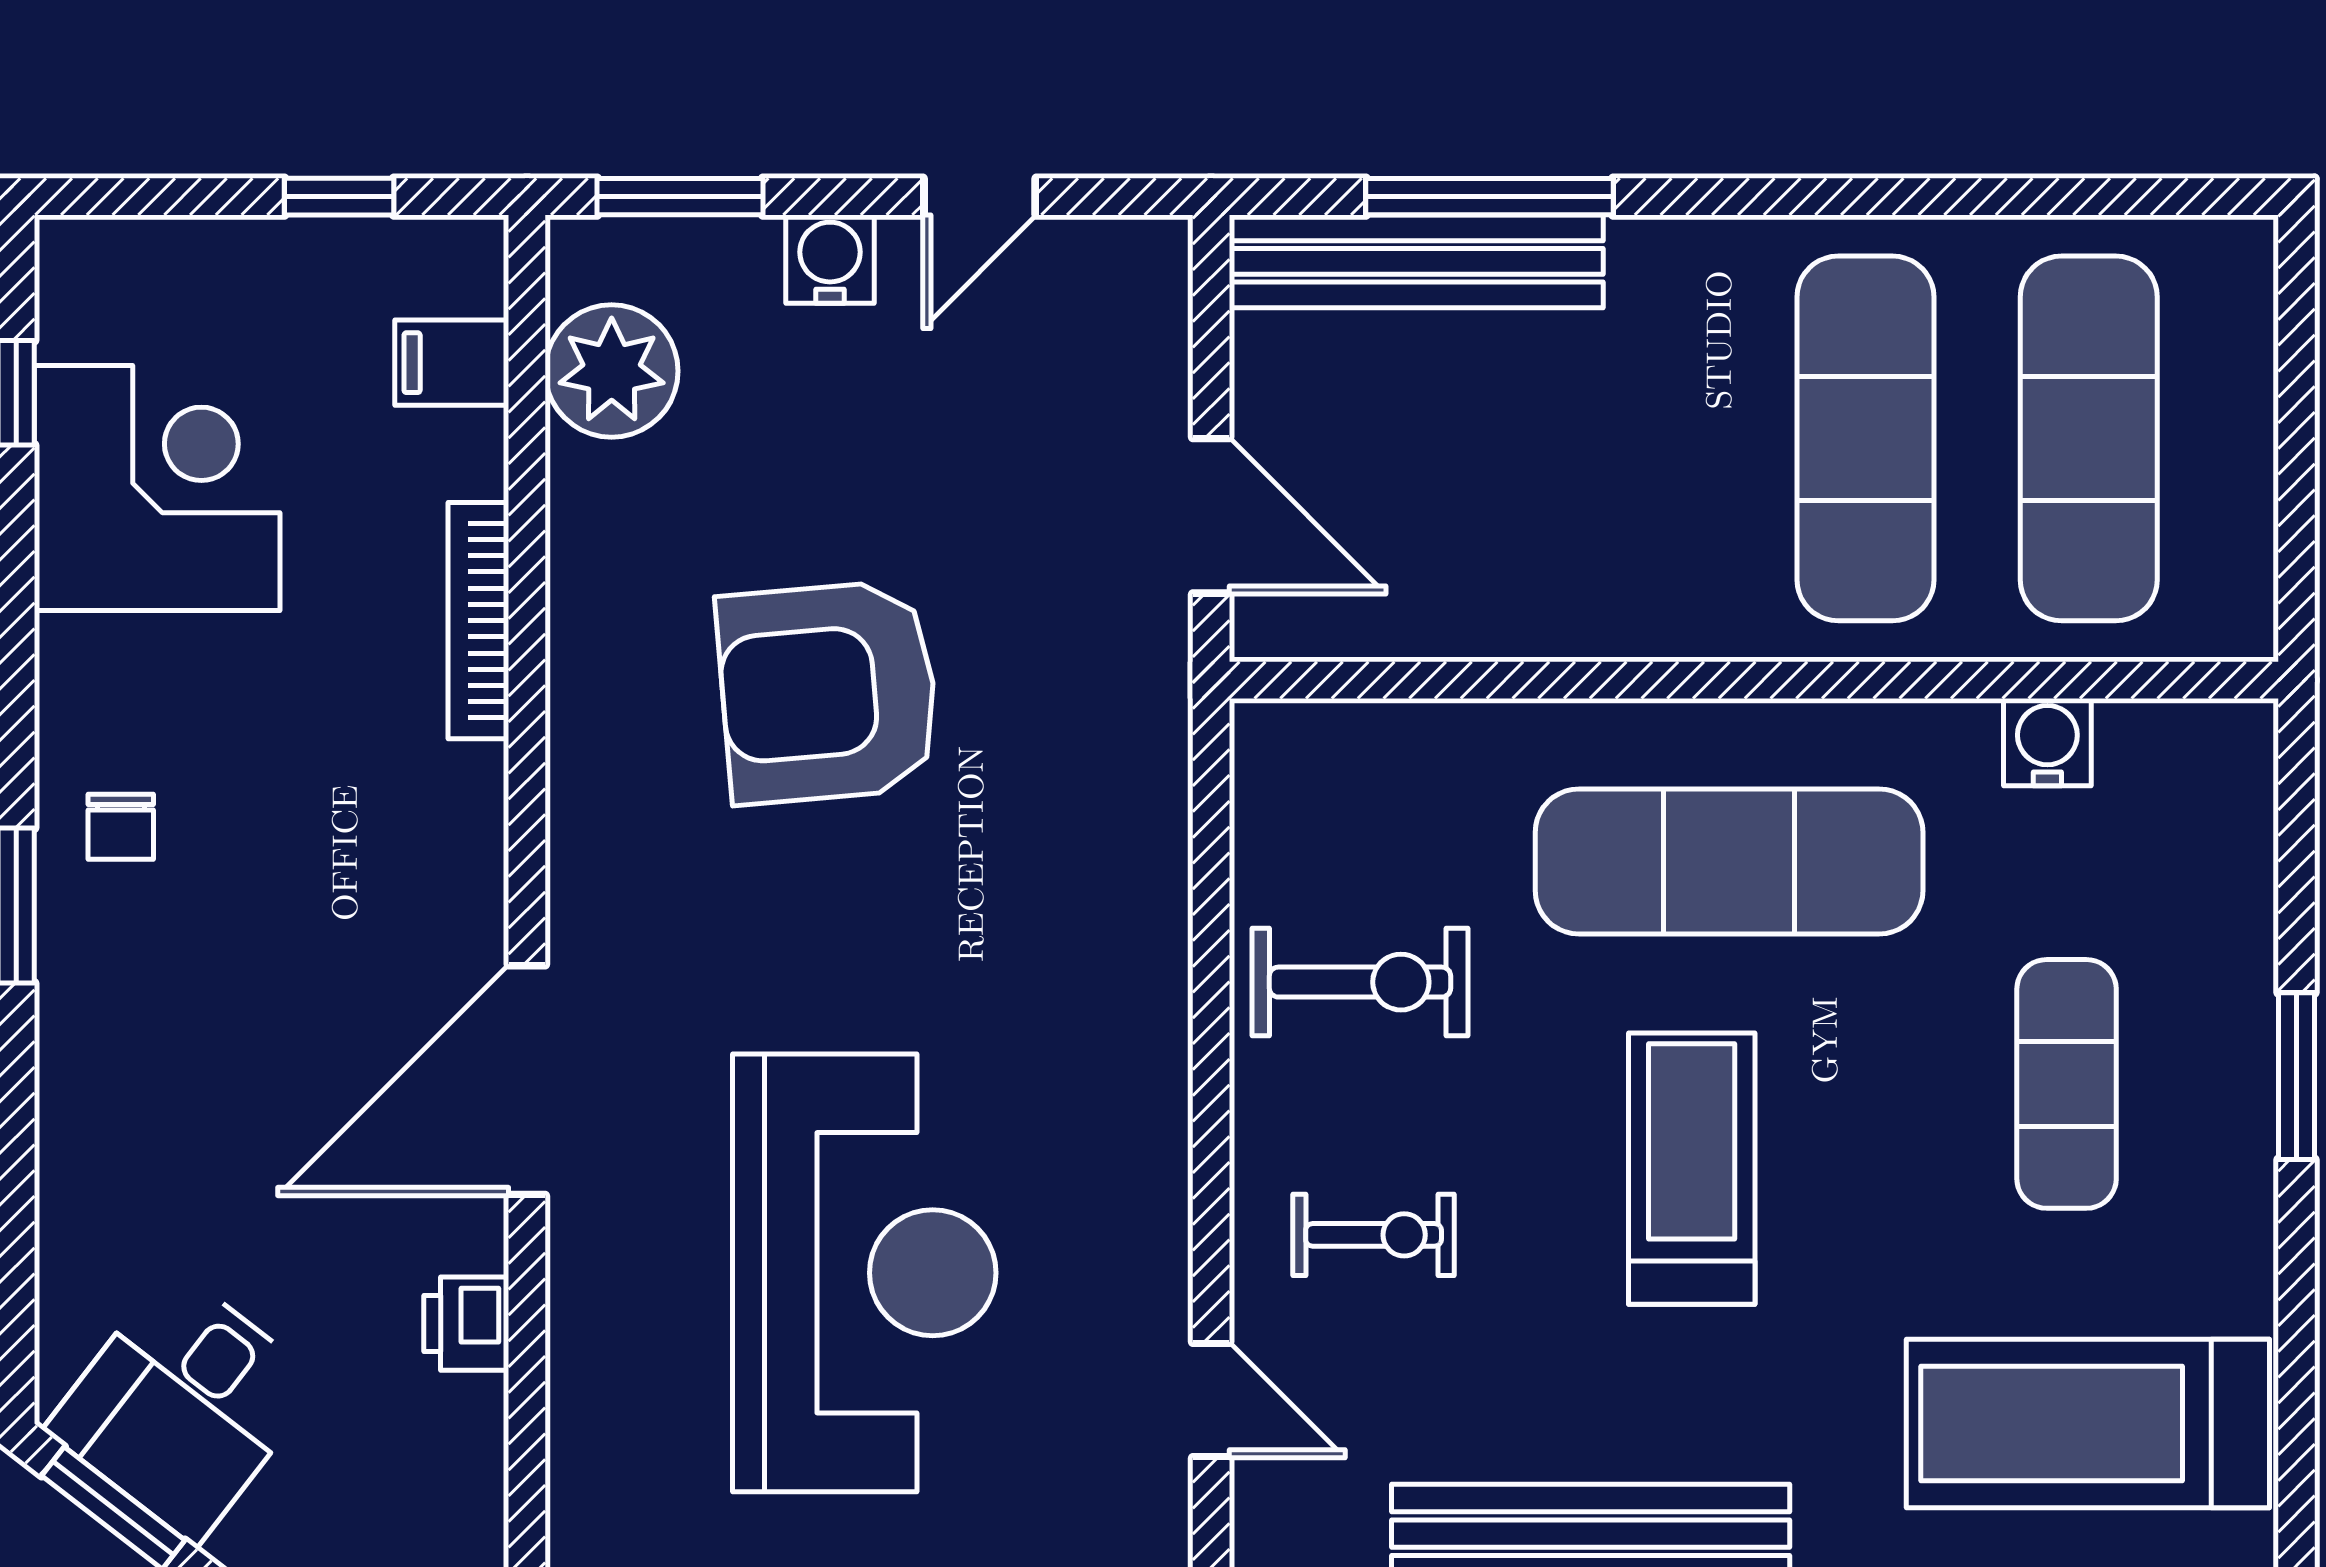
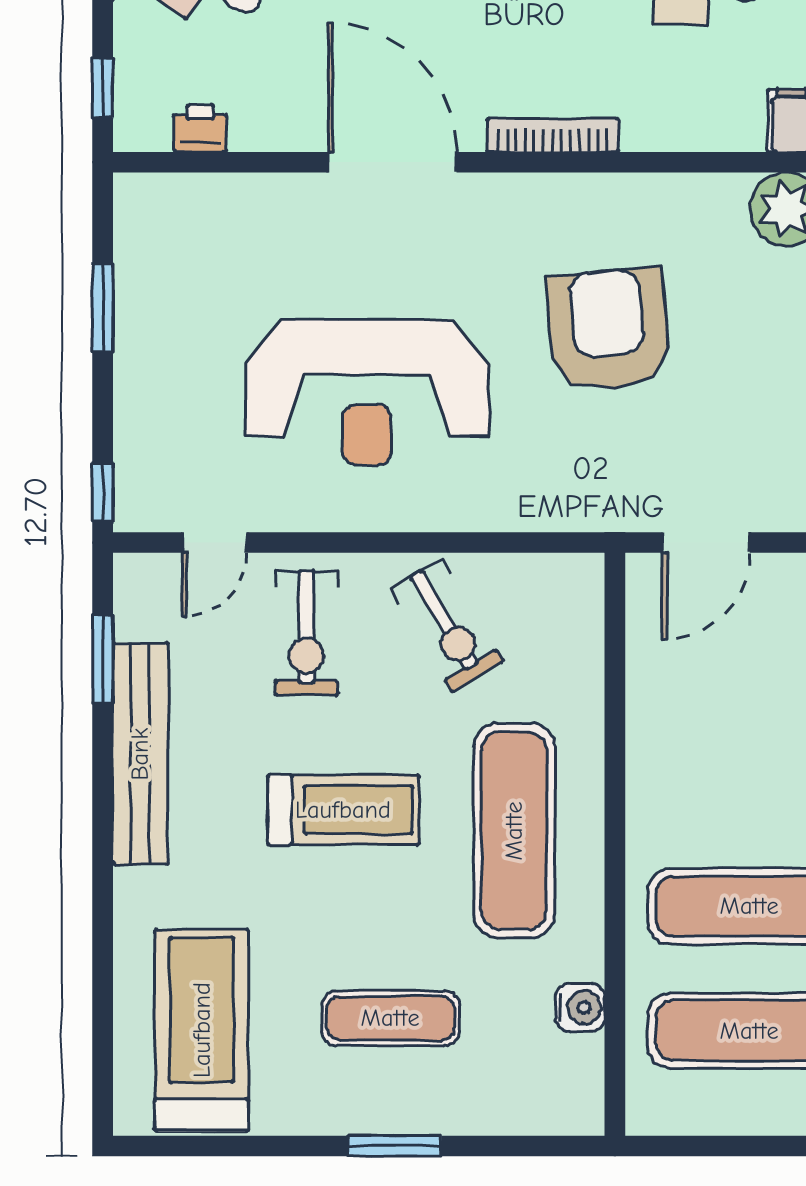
bookcase: (478, 621) -> (553, 135), moved
exercise bike: (1360, 982) -> (447, 625), turned -31
exercise bike: (1374, 1235) -> (306, 633), width x1.38, depth x1.39
reception desk: (864, 1273) -> (367, 392), moved
printer: (466, 1324) -> (200, 128), moved

